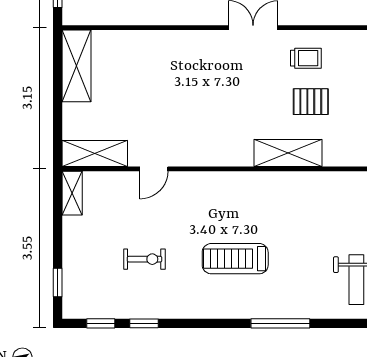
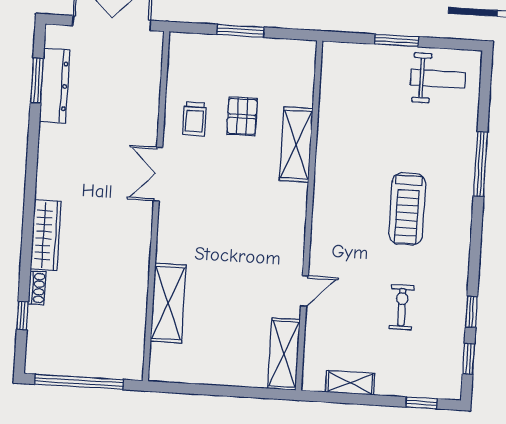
trolley: (306, 58) -> (195, 119), turned 180
shelving: (77, 66) -> (168, 303), moved, turned 90
door: (154, 169) -> (304, 291), hinge flipped
shelving: (72, 193) -> (350, 383), moved

